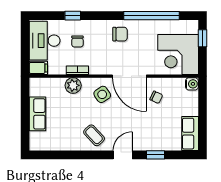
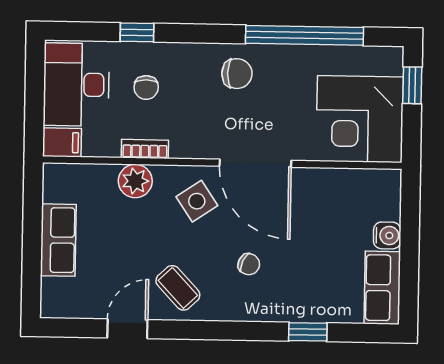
water cooler: (192, 84) -> (387, 235), moved
chair: (156, 97) -> (249, 264), moved
door: (123, 155) -> (127, 329), moved

